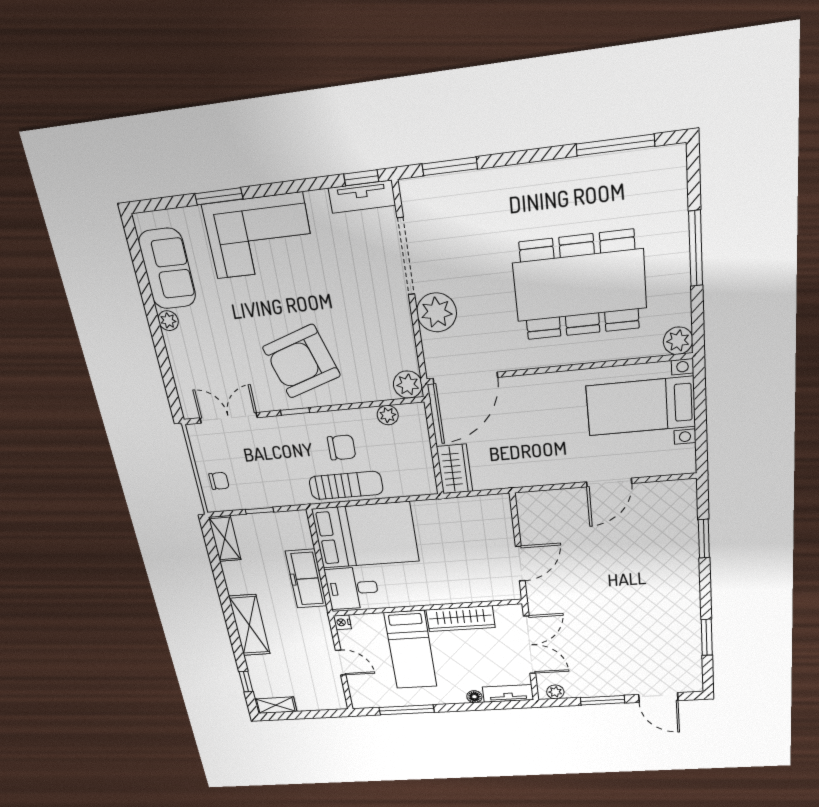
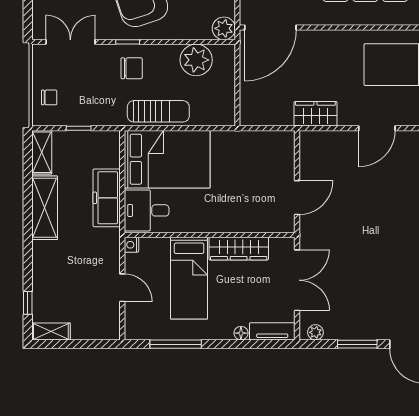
plant: (388, 415) -> (196, 60), width x1.87, depth x1.87
chair: (342, 447) -> (132, 68), moved
wardrobe: (455, 469) -> (315, 114), moved, turned -90
shelving: (249, 625) -> (45, 208), moved

